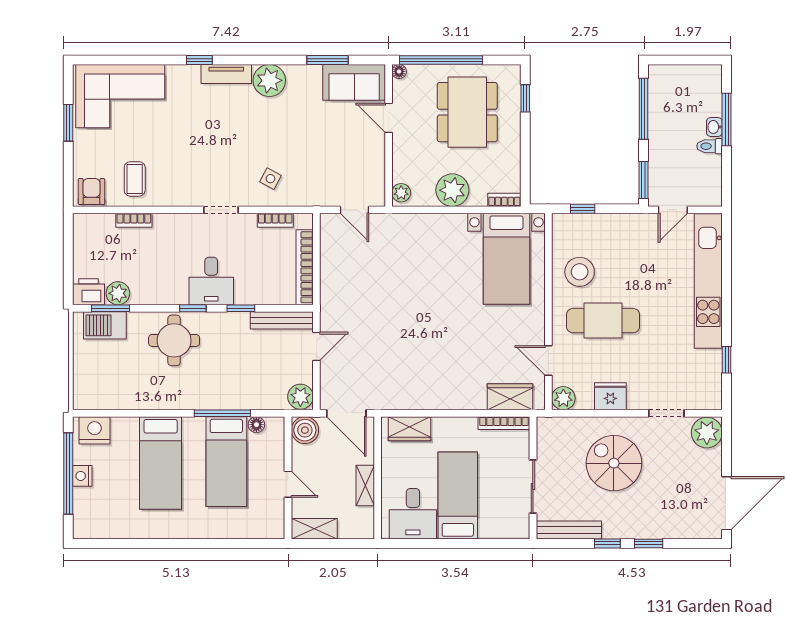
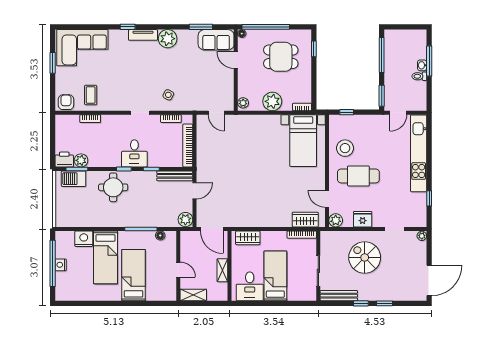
dining table: (467, 112) -> (281, 57), width x0.73
nightstand: (95, 430) -> (84, 239), moved
boiler: (305, 430) -> (188, 239), removed
plant: (707, 433) -> (422, 236), width x0.53, depth x0.53
bed: (226, 462) -> (134, 275), moved, turned 180

